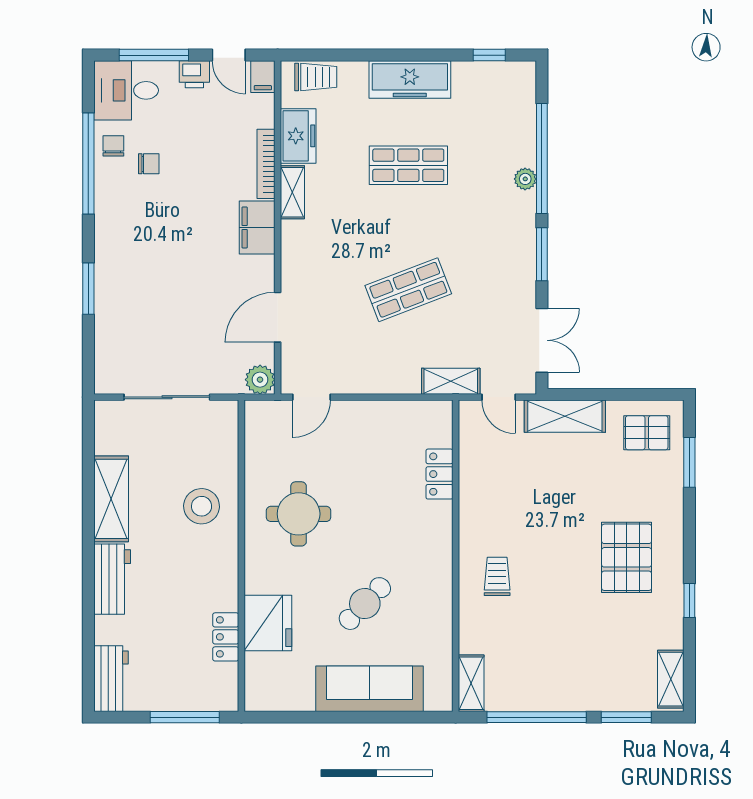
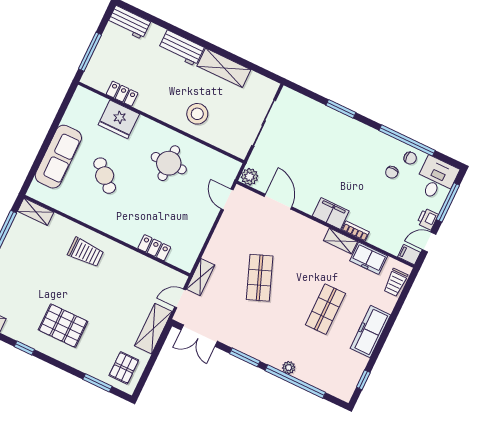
bookcase: (266, 164) -> (355, 231), width x0.64
trolley: (497, 576) -> (86, 252), width x1.36, depth x1.39

